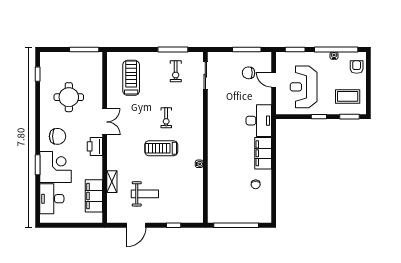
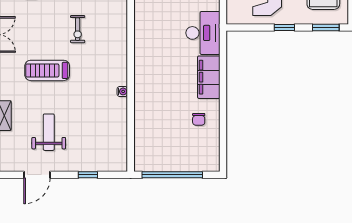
treadmill: (161, 148) -> (47, 70), moved
weight bench: (145, 194) -> (49, 132), turned -90

